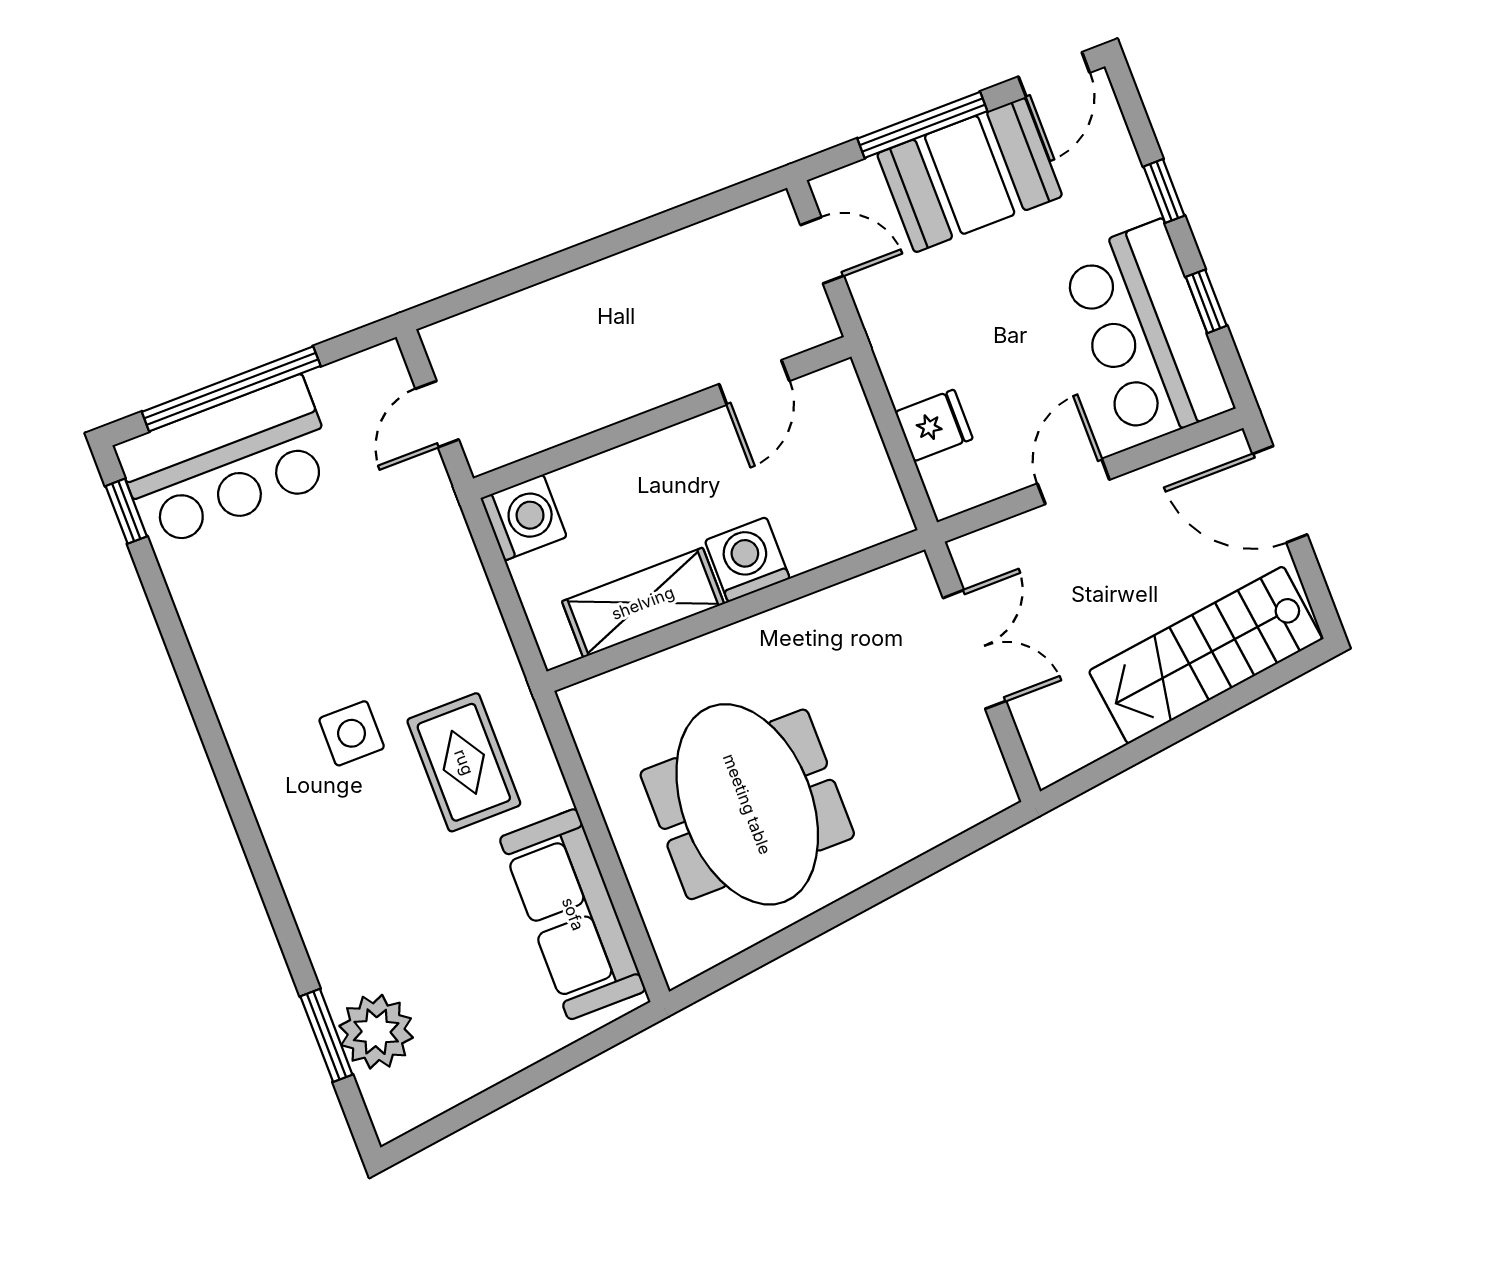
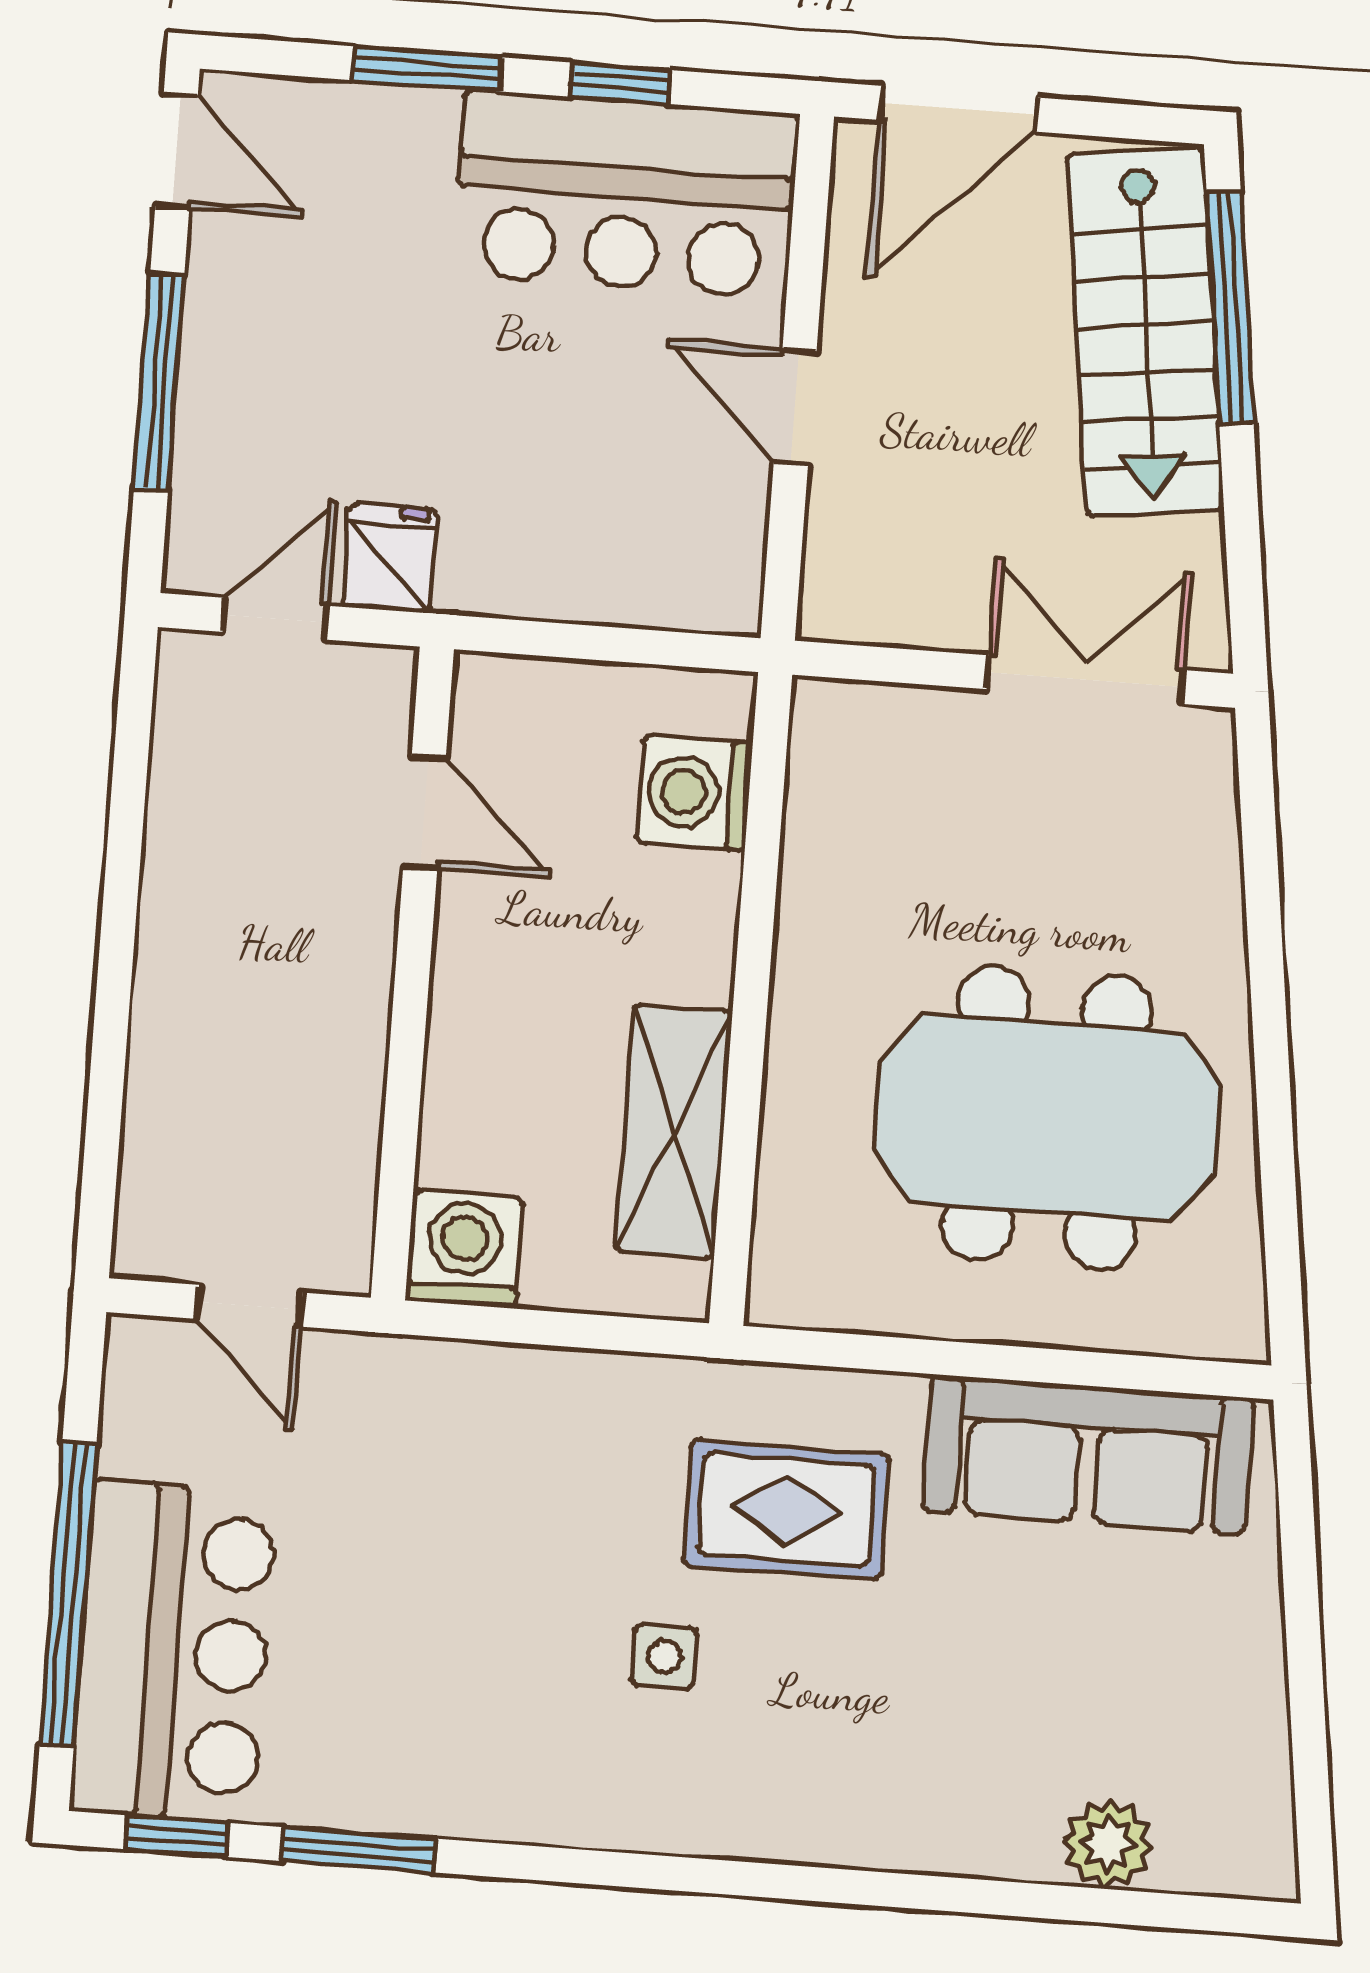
booth: (970, 175) -> (267, 347), removed
window: (1164, 191) -> (427, 69), width x1.50
fridge: (934, 425) -> (390, 558), moved
washing machine: (747, 560) -> (695, 793), moved
double door: (975, 649) -> (1085, 680), moved
window: (1240, 695) -> (1230, 308), added
side table: (352, 733) -> (664, 1657), width x0.73, depth x0.73
plant: (376, 1032) -> (1108, 1844), width x0.73, depth x0.73
window: (326, 1035) -> (359, 1850), moved

